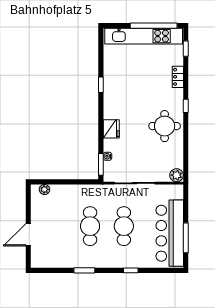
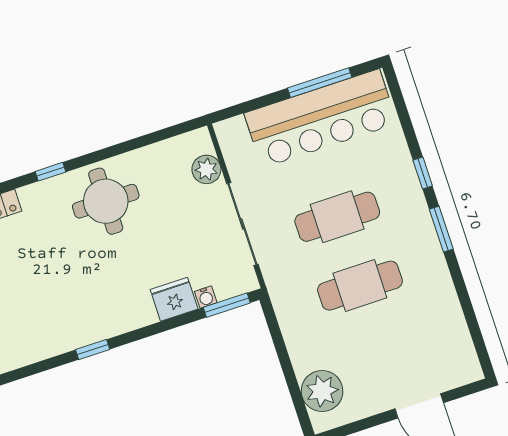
window: (101, 85) -> (93, 349), moved
fridge: (111, 129) -> (174, 299), moved
plant: (177, 175) -> (206, 169), moved
plant: (44, 189) -> (322, 391), width x1.88, depth x1.88
window: (84, 270) -> (441, 229), moved

